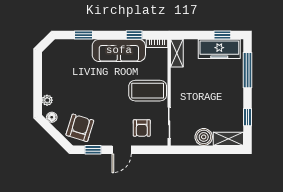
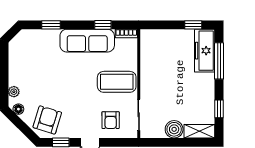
freezer: (219, 49) -> (205, 51), moved, turned 90
shelving: (177, 53) -> (147, 44), removed

